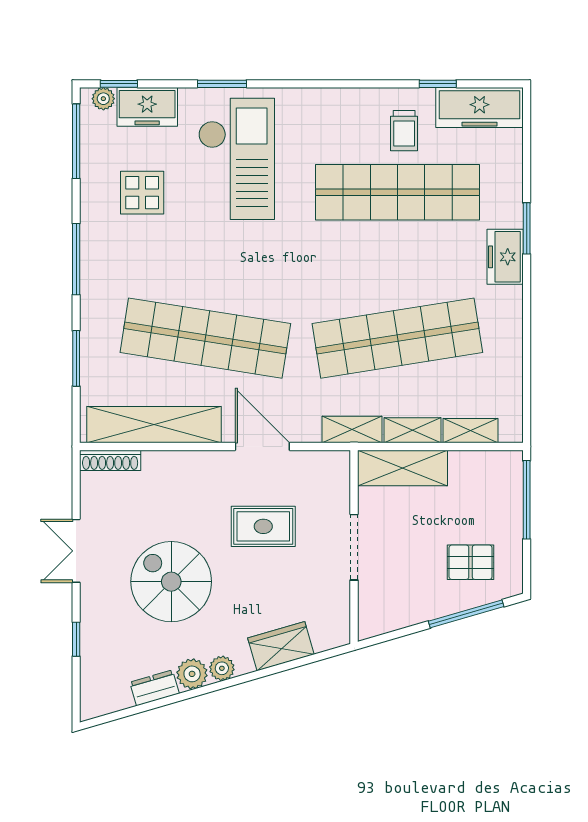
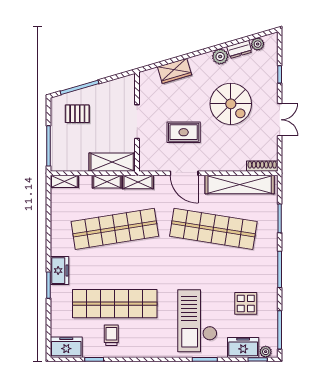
freezer: (480, 108) -> (66, 347), width x0.71
shelving: (471, 431) -> (64, 181), moved
plant: (222, 668) -> (258, 44), moved

